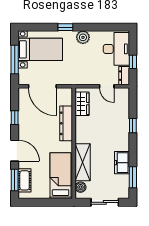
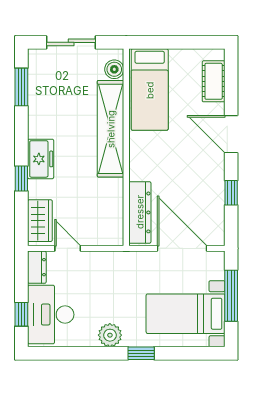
window: (133, 62) -> (21, 314), moved
wardrobe: (82, 104) -> (40, 221), moved, turned 180
dresser: (66, 123) -> (140, 212), moved
shelving: (83, 162) -> (111, 129), width x1.47
freezer: (122, 163) -> (41, 159), moved
window: (15, 180) -> (231, 82), removed

